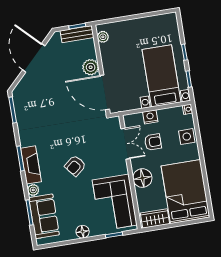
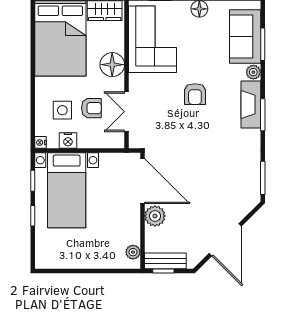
nightstand: (150, 117) -> (68, 140), moved
side table: (187, 137) -> (62, 110), moved
armchair: (153, 142) -> (91, 108), turned 180
armchair: (75, 166) -> (195, 94), turned 129

